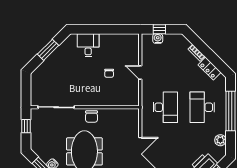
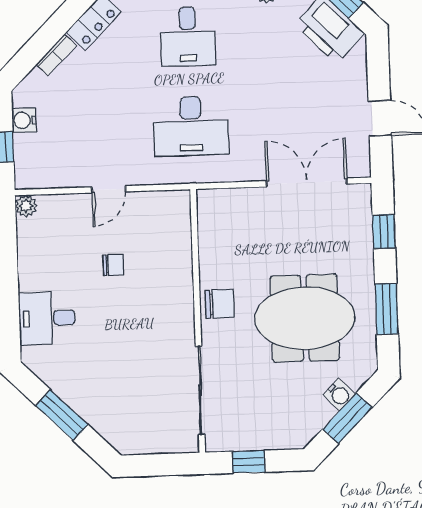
plant: (135, 38) -> (26, 206), added
water cooler: (158, 39) -> (24, 120), moved
desk: (165, 107) -> (191, 126), turned 180
desk: (202, 107) -> (188, 36), width x0.73

